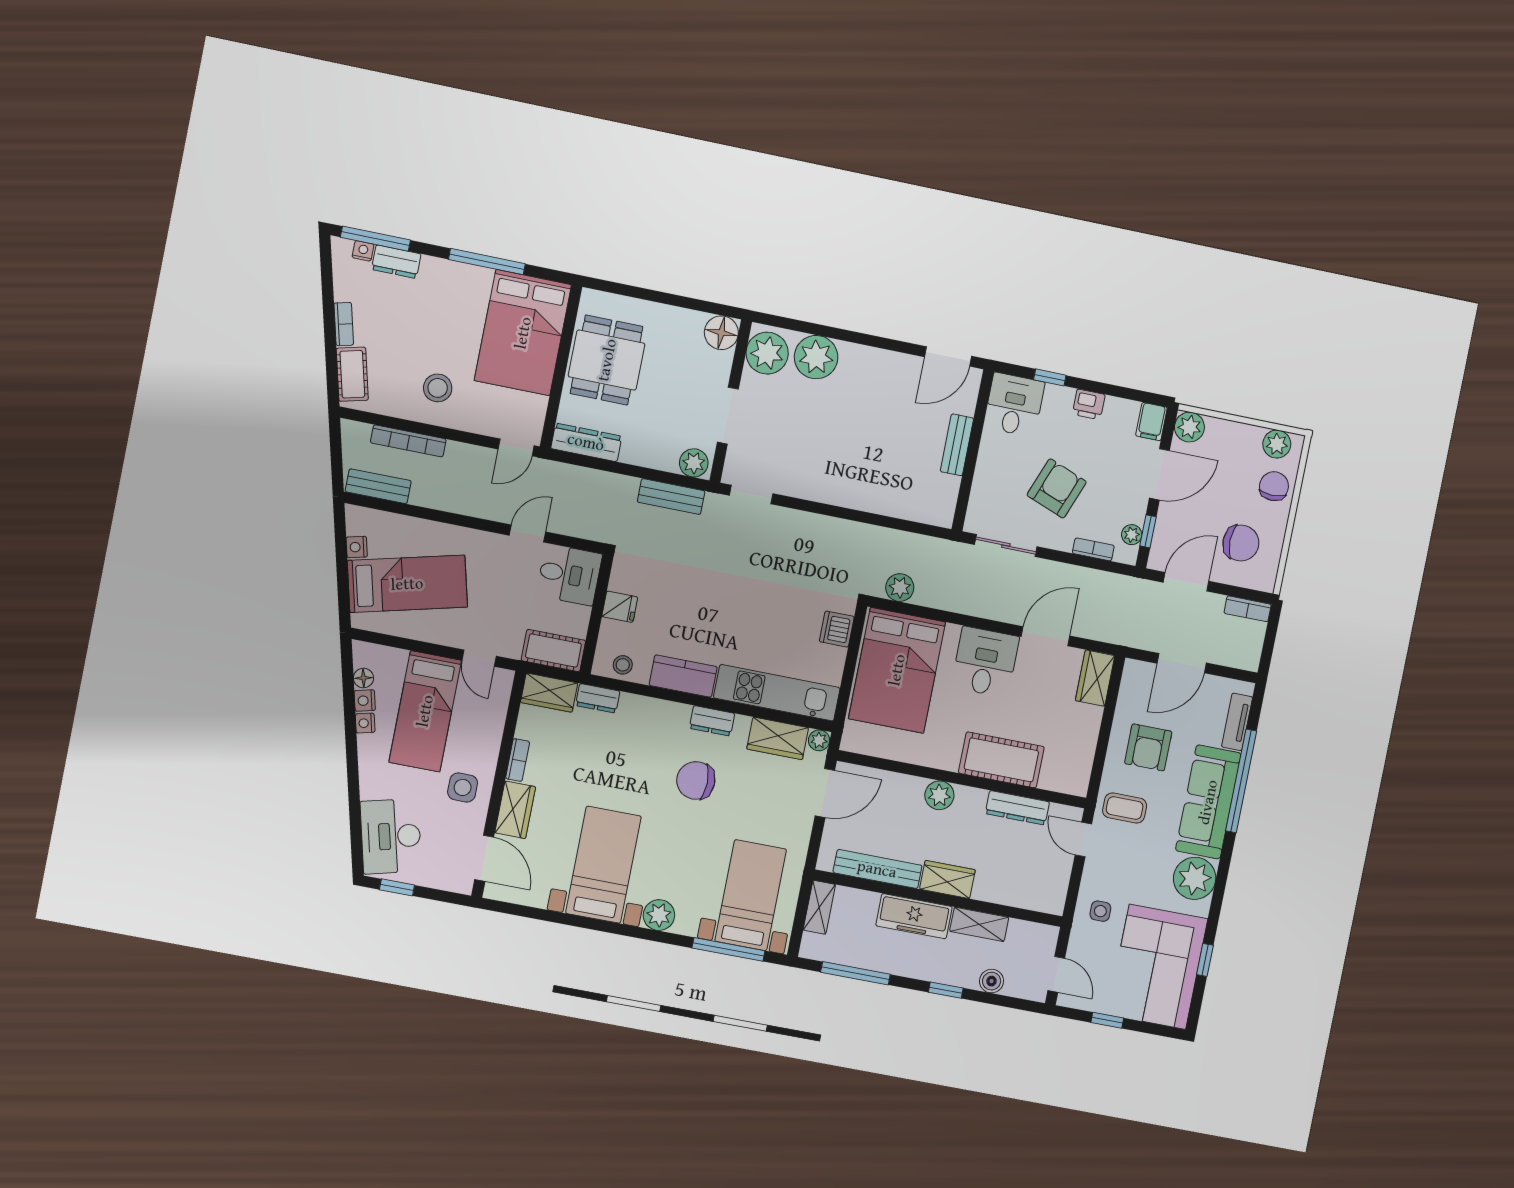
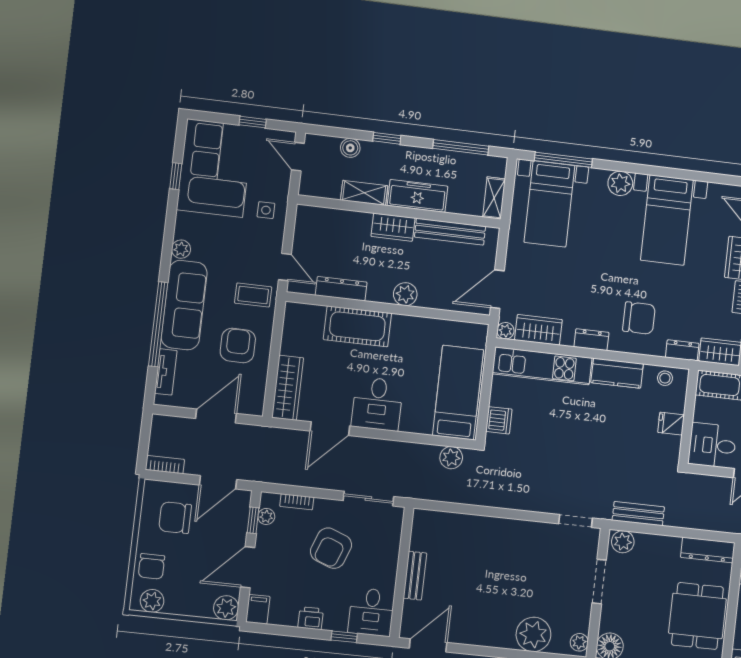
plant: (767, 353) -> (579, 642), width x0.53, depth x0.53
bed: (897, 670) -> (458, 393), width x0.67
wardrobe: (1095, 678) -> (288, 388), width x1.50
chair: (696, 780) -> (639, 318), moved
plant: (1195, 878) -> (181, 249), width x0.53, depth x0.53

